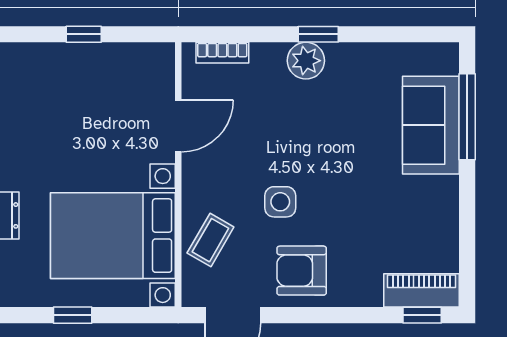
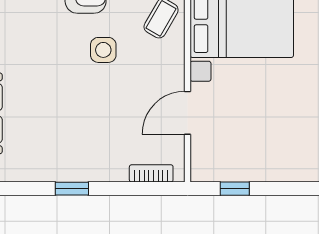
window: (84, 34) -> (235, 189), moved
plant: (306, 61) -> (82, 167), removed

